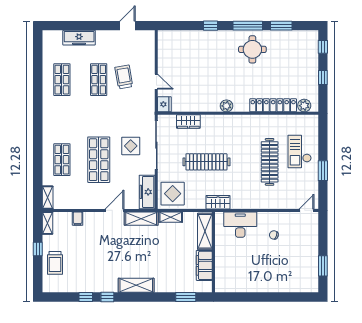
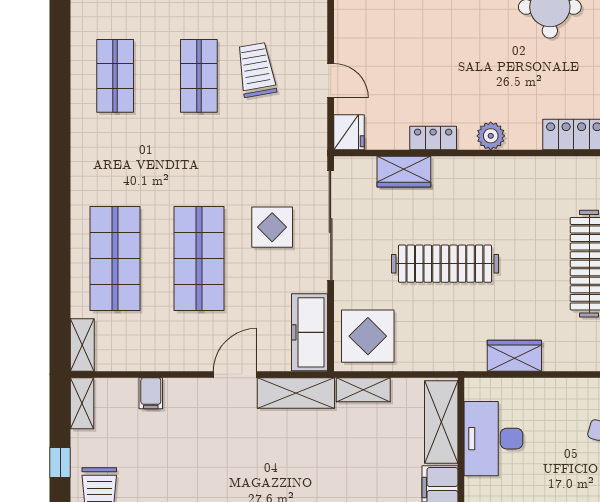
locker: (201, 107) -> (433, 138), added
shop shelf: (62, 160) -> (115, 259), width x1.43, depth x1.36
wardrobe: (218, 202) -> (514, 356), moved
desk: (240, 225) -> (493, 439), moved, turned -90

